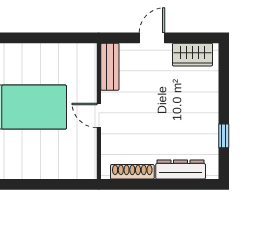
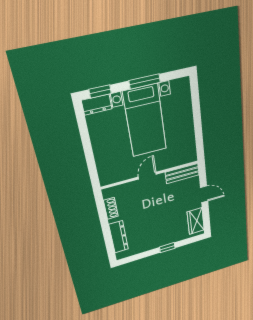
window: (224, 136) -> (167, 248), moved
shoe rack: (132, 172) -> (111, 208), width x0.70

